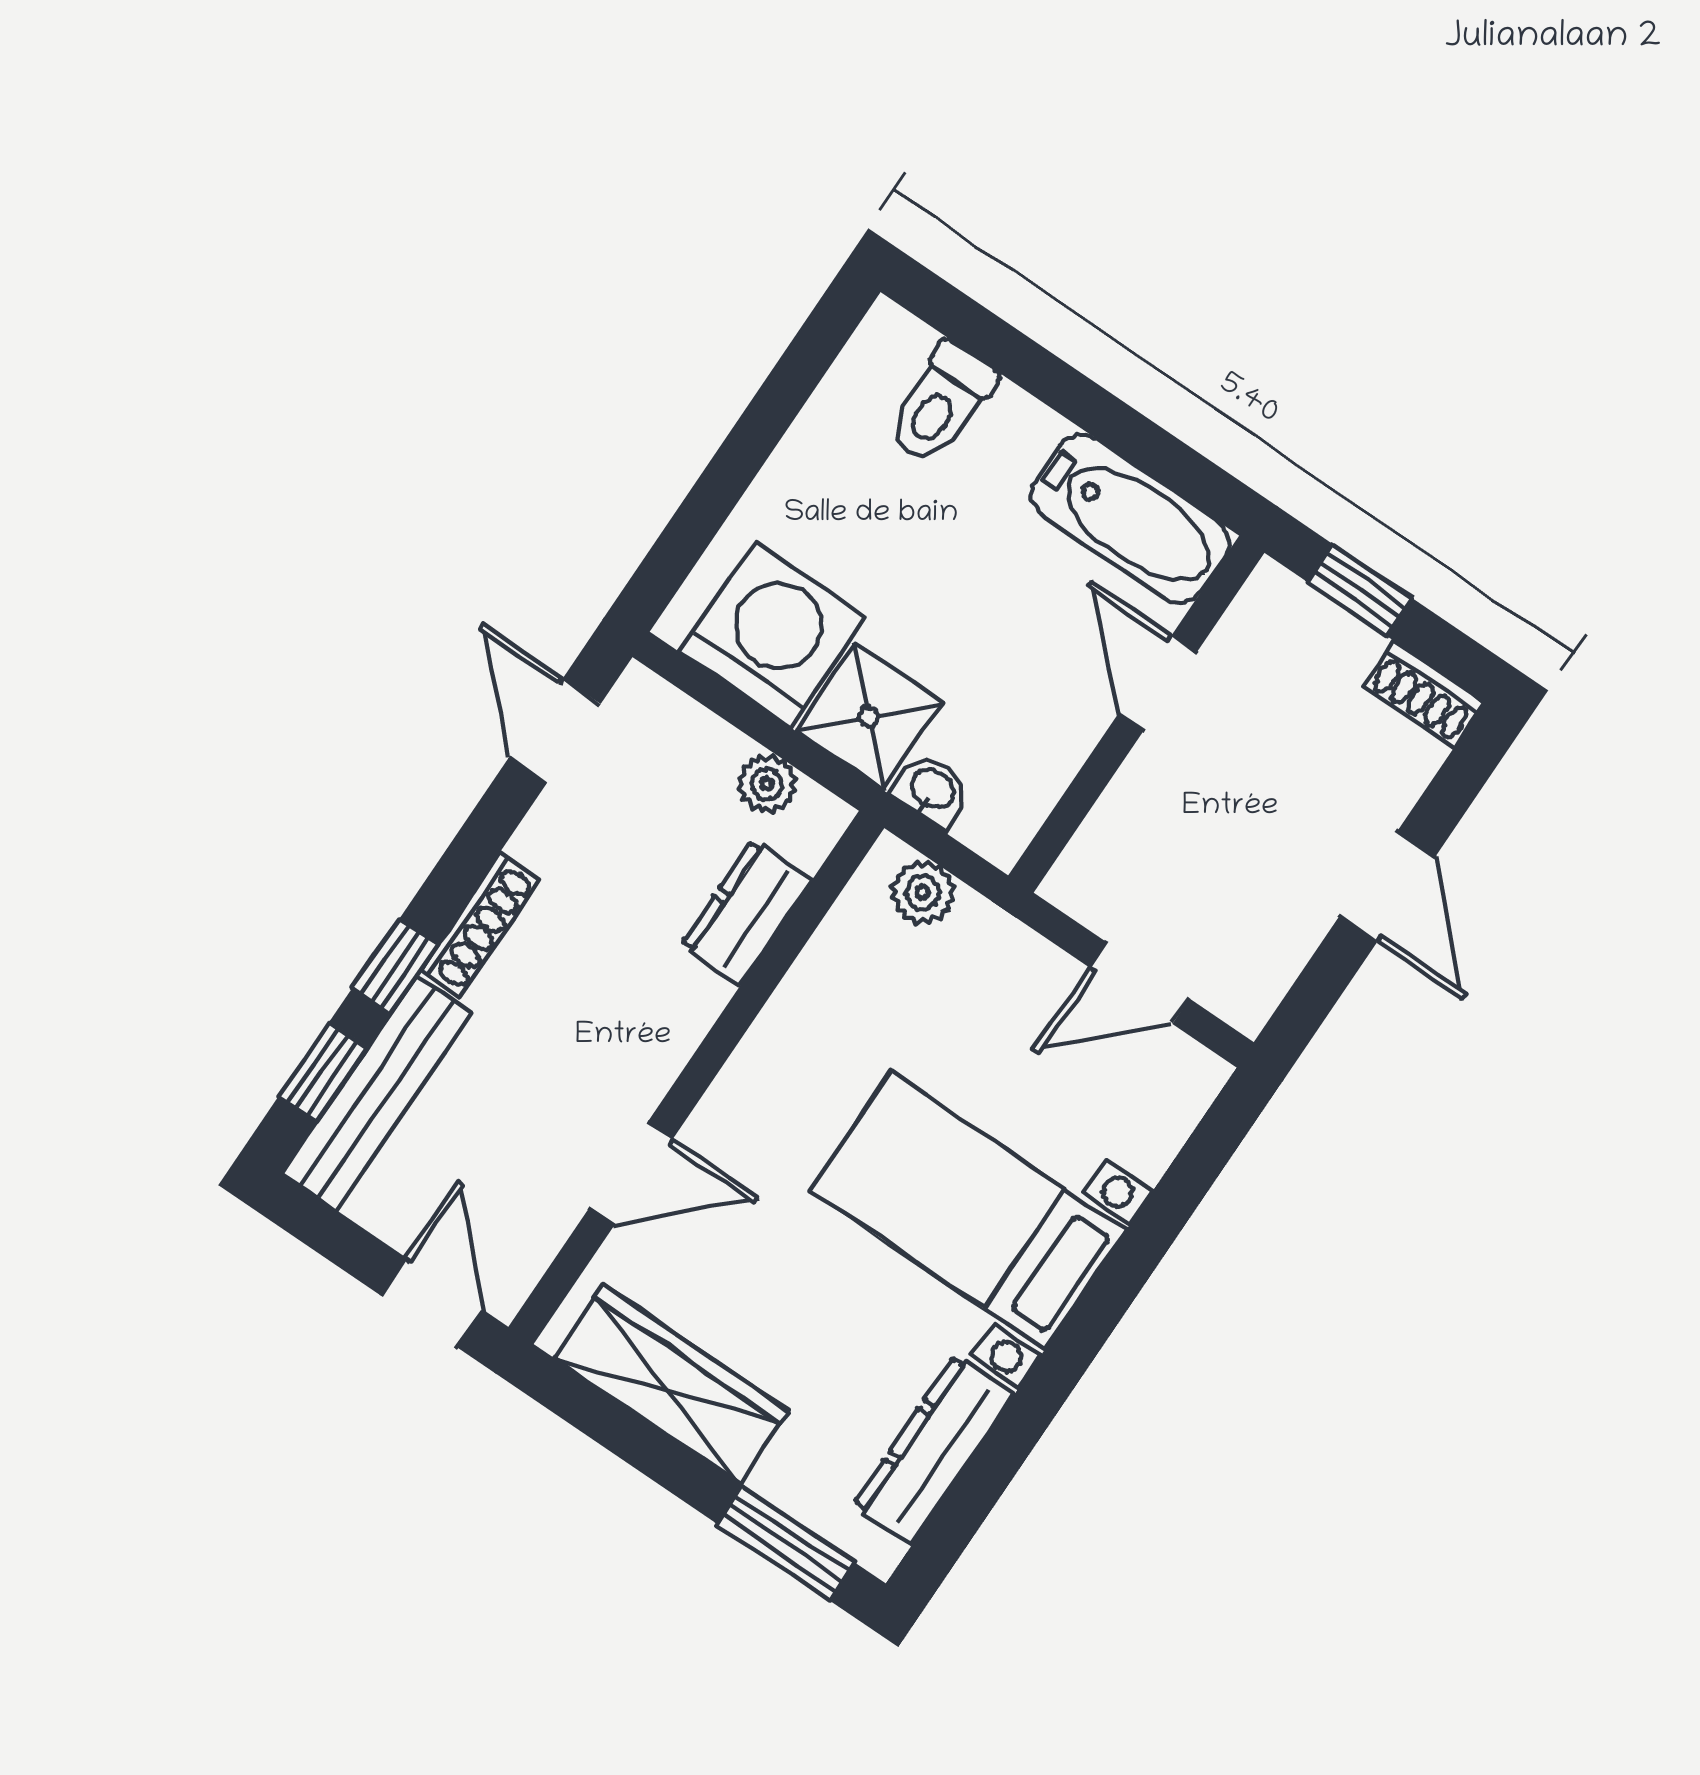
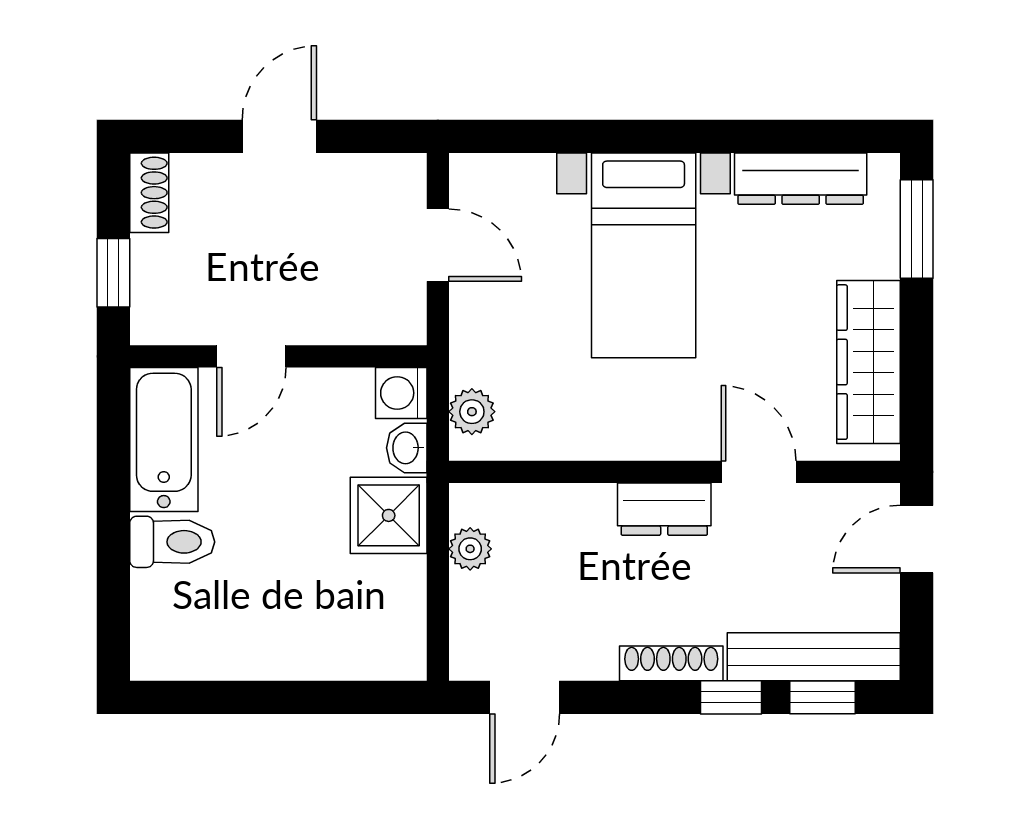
toilet: (941, 404) -> (172, 542), moved
washing machine: (772, 634) -> (401, 393), moved, width x0.53, depth x0.53
dresser: (746, 912) -> (664, 509), moved

